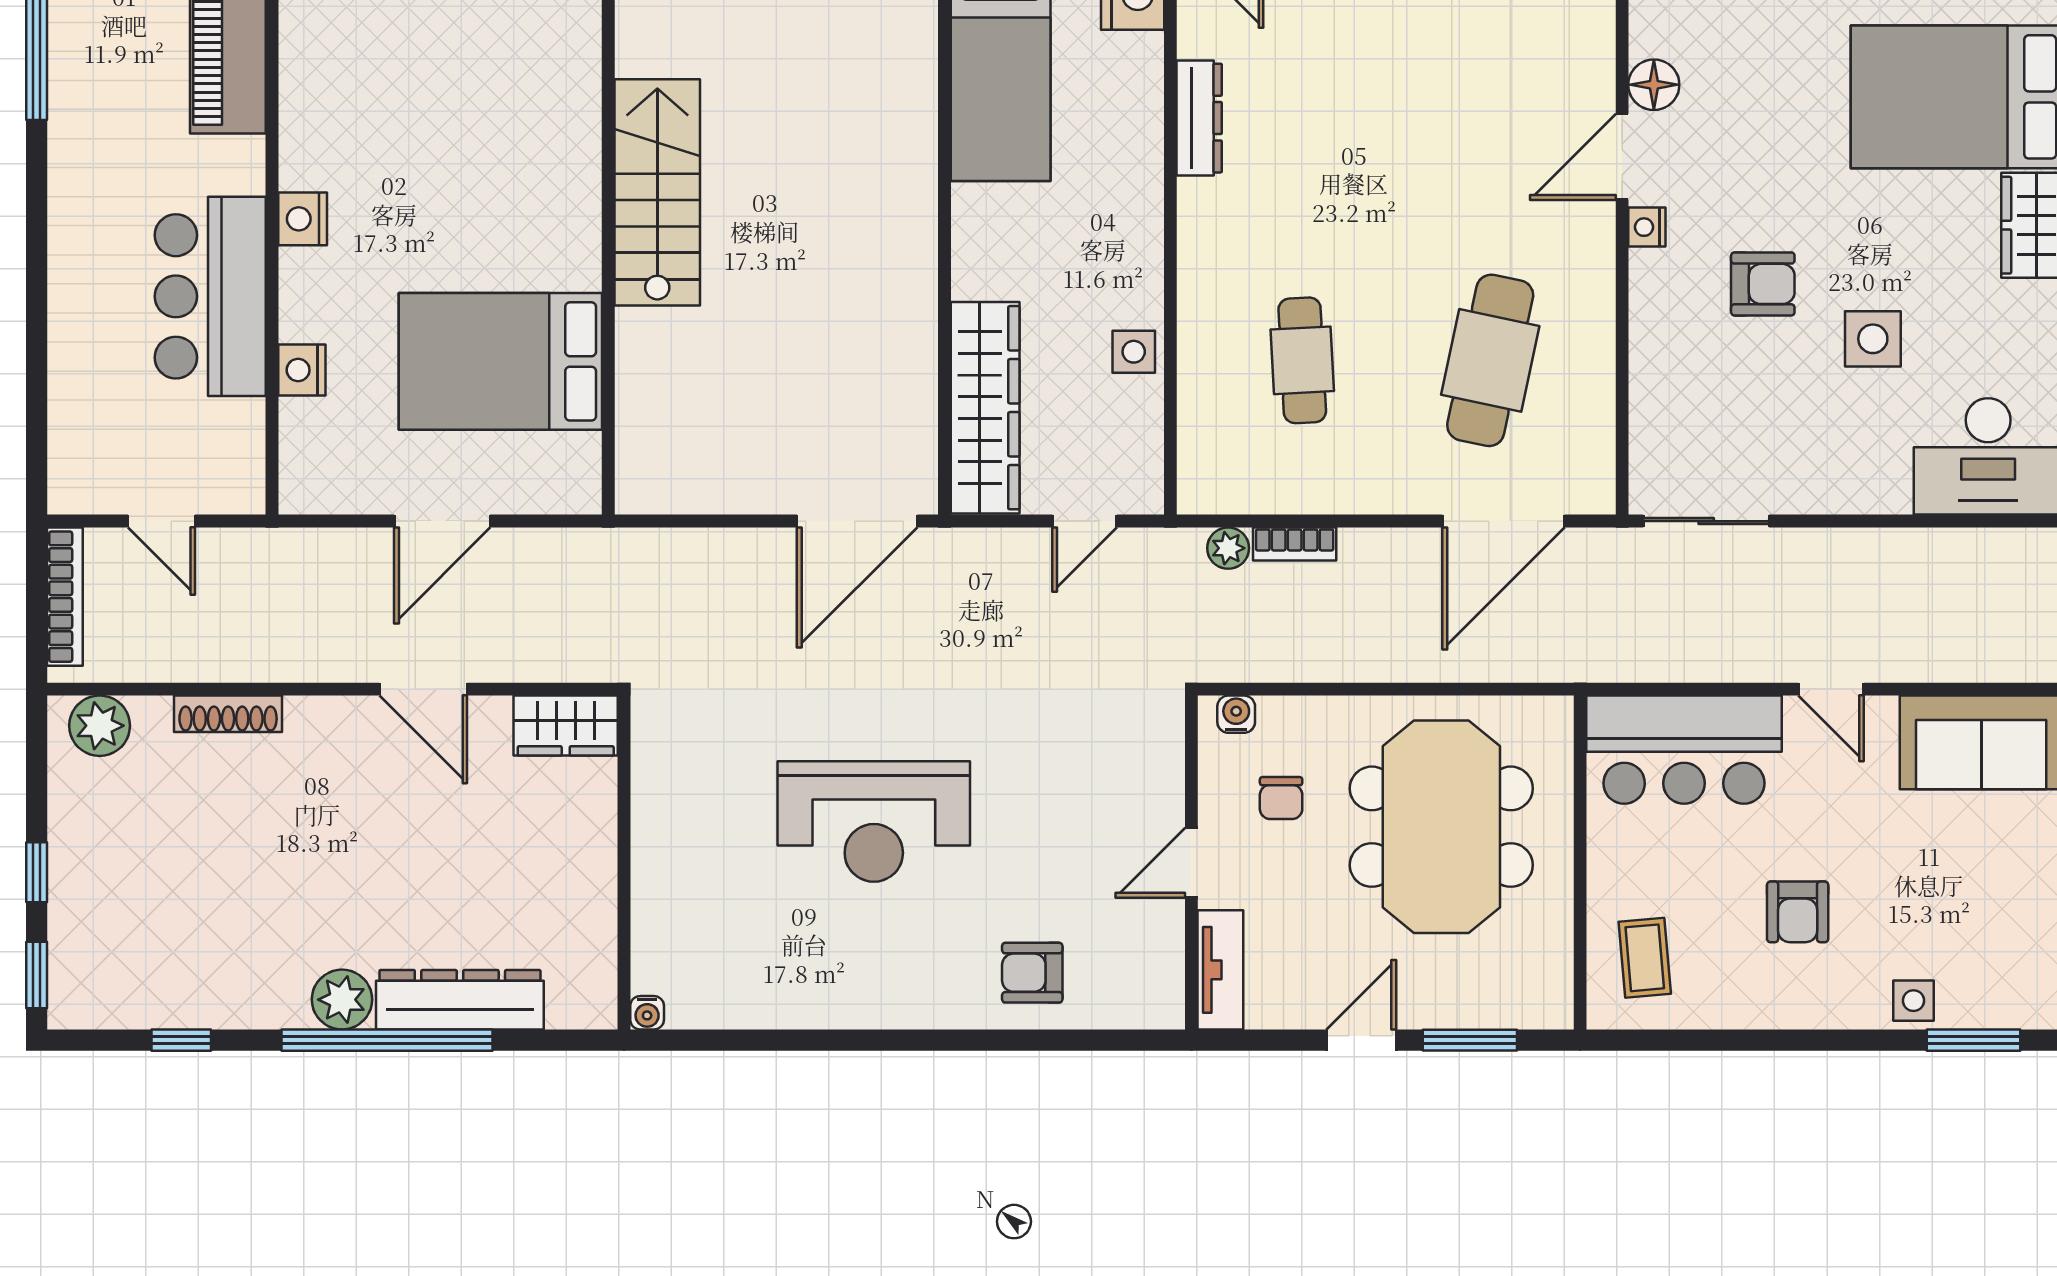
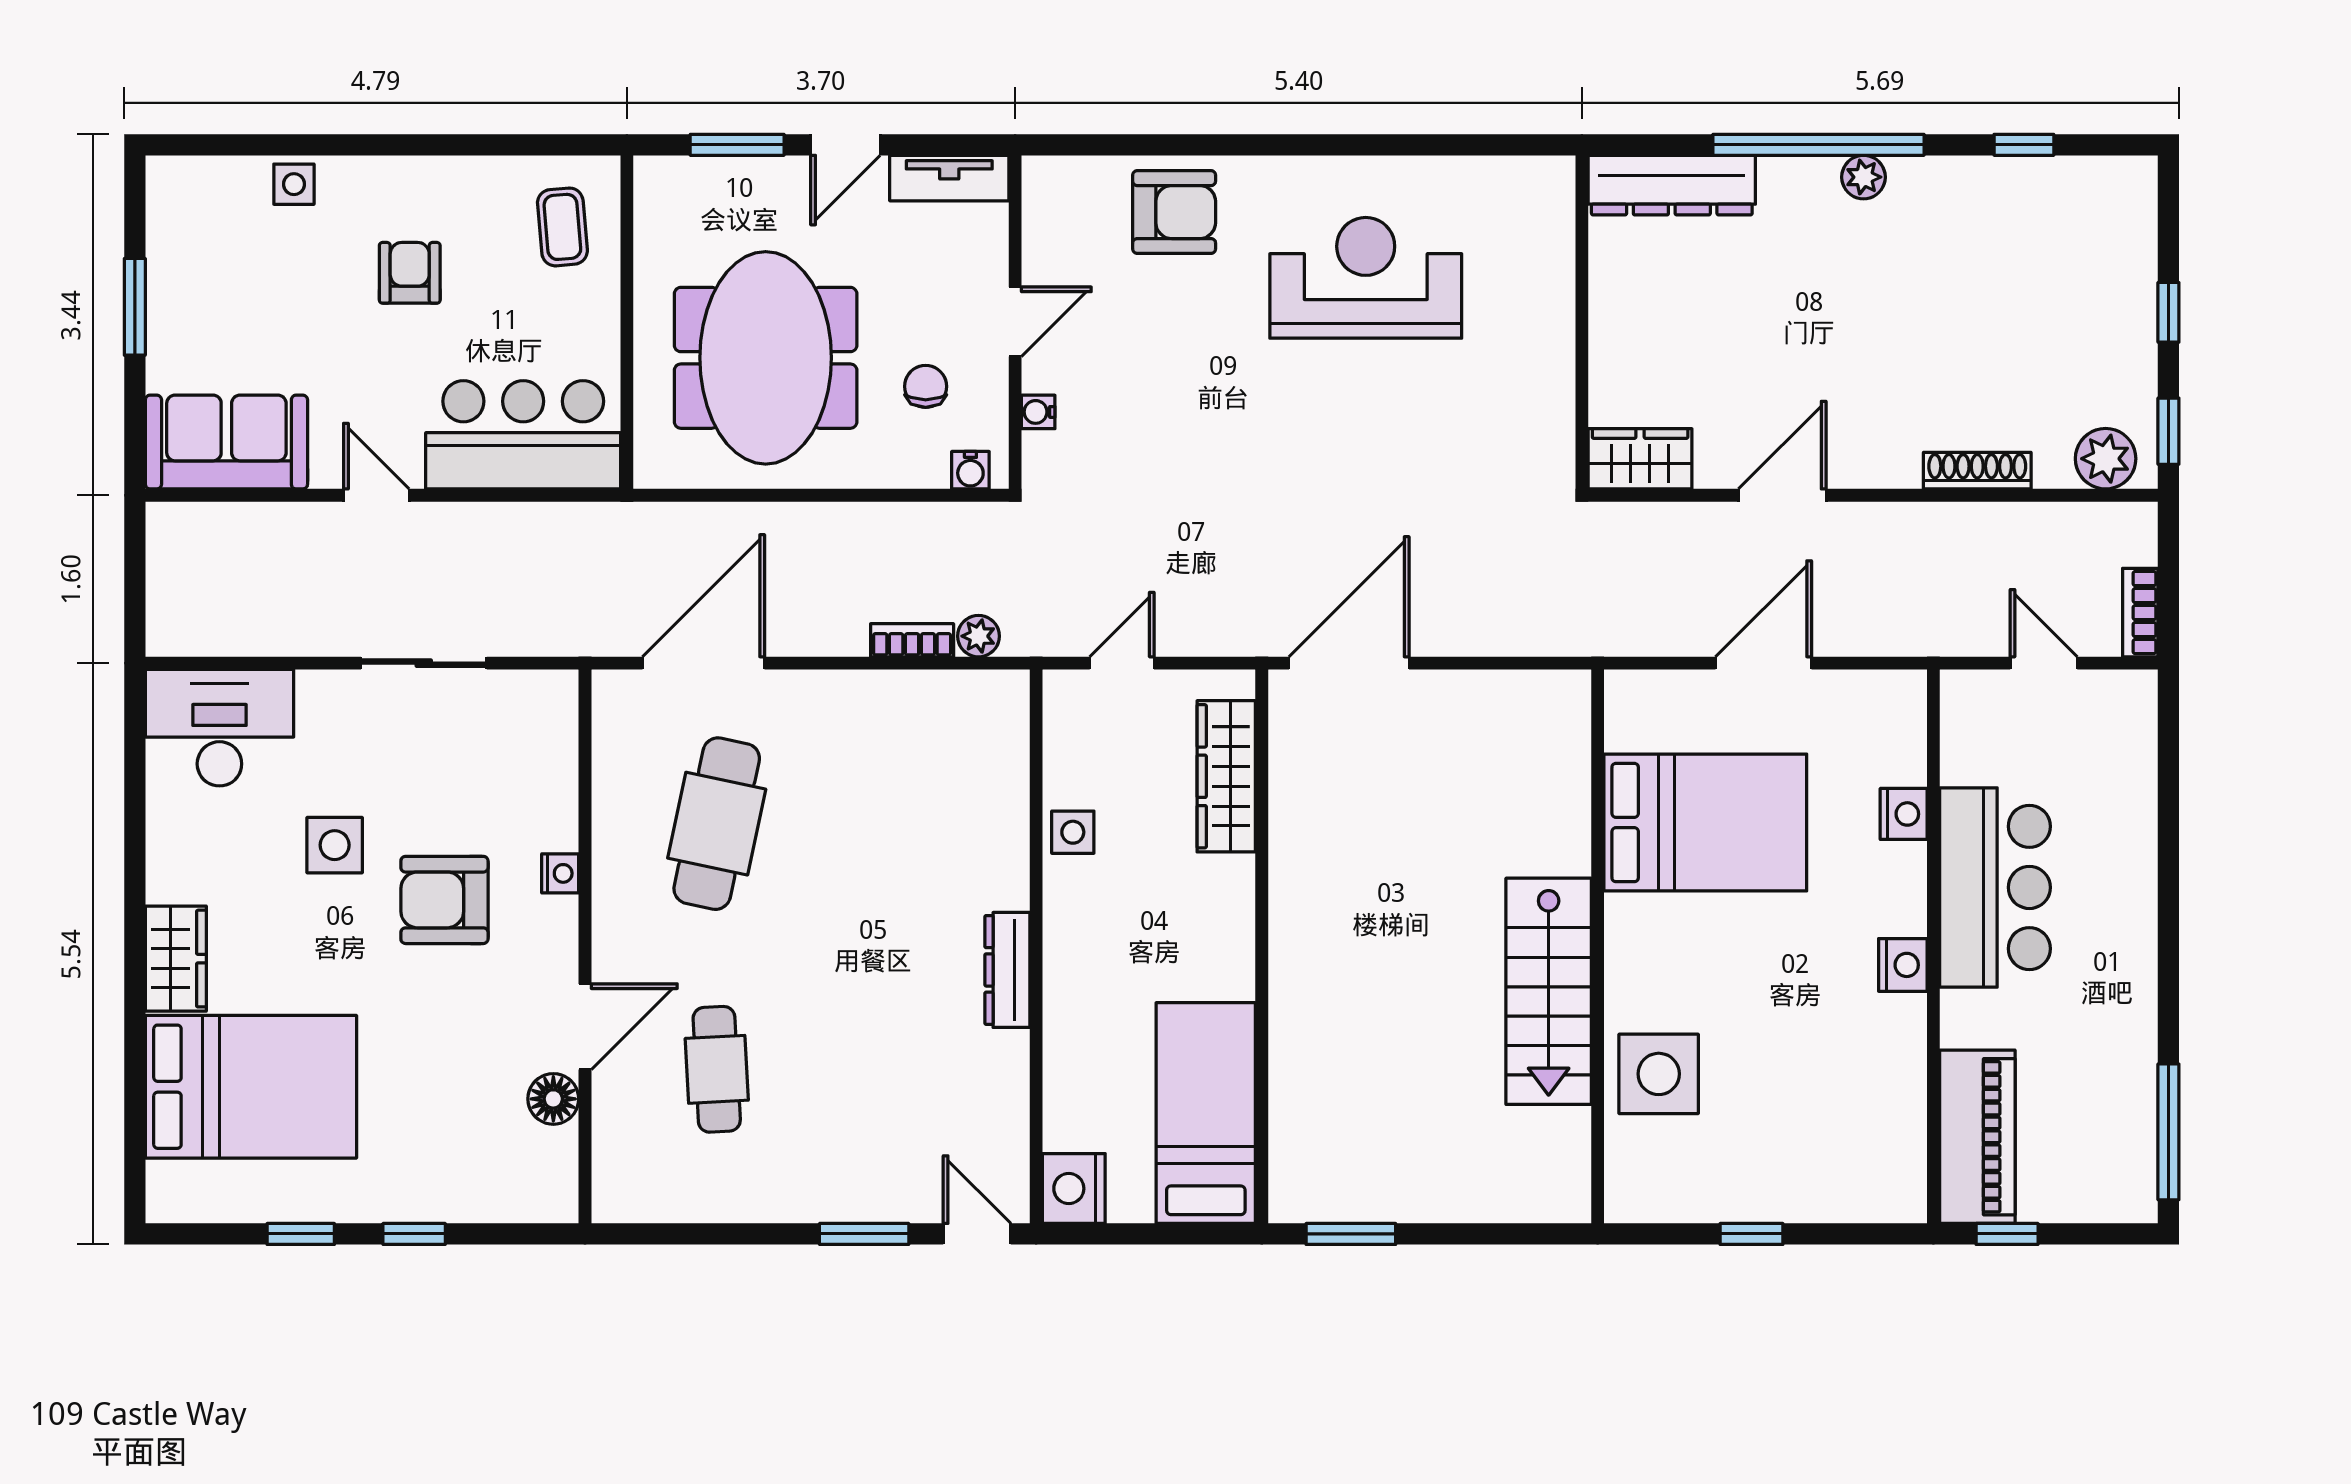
side table: (547, 110) -> (1659, 1074), added
dresser: (1199, 118) -> (1007, 970), moved
nightstand: (1647, 227) -> (560, 873), moved
armchair: (1763, 284) -> (444, 900), width x1.38, depth x1.38
cafe table: (1302, 360) -> (717, 1069), moved
wardrobe: (985, 408) -> (1226, 776), width x0.71, depth x0.85
sliding door: (1706, 521) -> (424, 663), moved
bookcase: (65, 597) -> (2140, 613), width x0.64
door: (423, 689) -> (1782, 495), hinge flipped
reception desk: (874, 821) -> (1366, 278), moved
tv unit: (1220, 970) -> (949, 178), moved, turned -90
armchair: (1032, 973) -> (1174, 212), width x1.38, depth x1.38
window: (37, 975) -> (2168, 431), moved
plant: (342, 1000) -> (1863, 177), width x0.73, depth x0.73
dresser: (460, 1000) -> (1672, 185), moved
water cooler: (647, 1013) -> (1038, 412), moved, turned -90
window: (1973, 1040) -> (234, 145), removed

